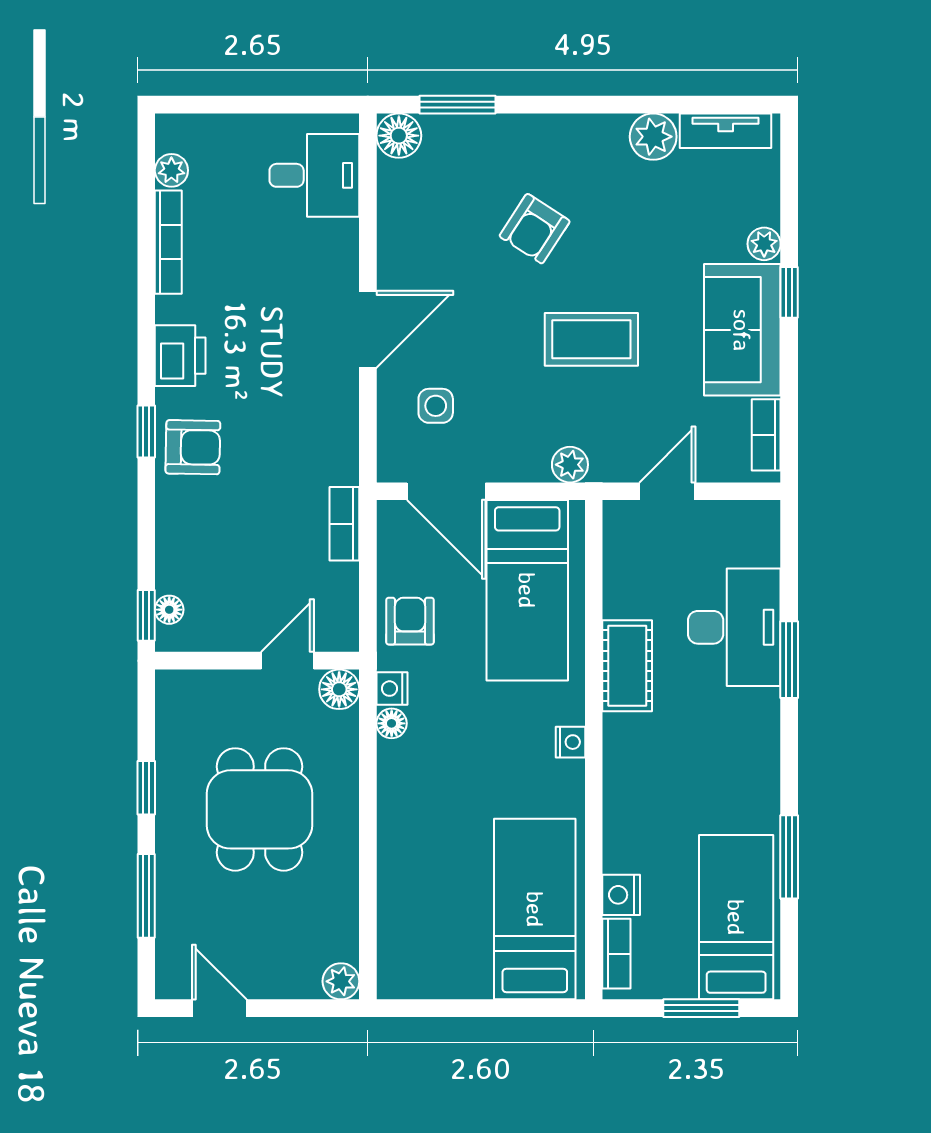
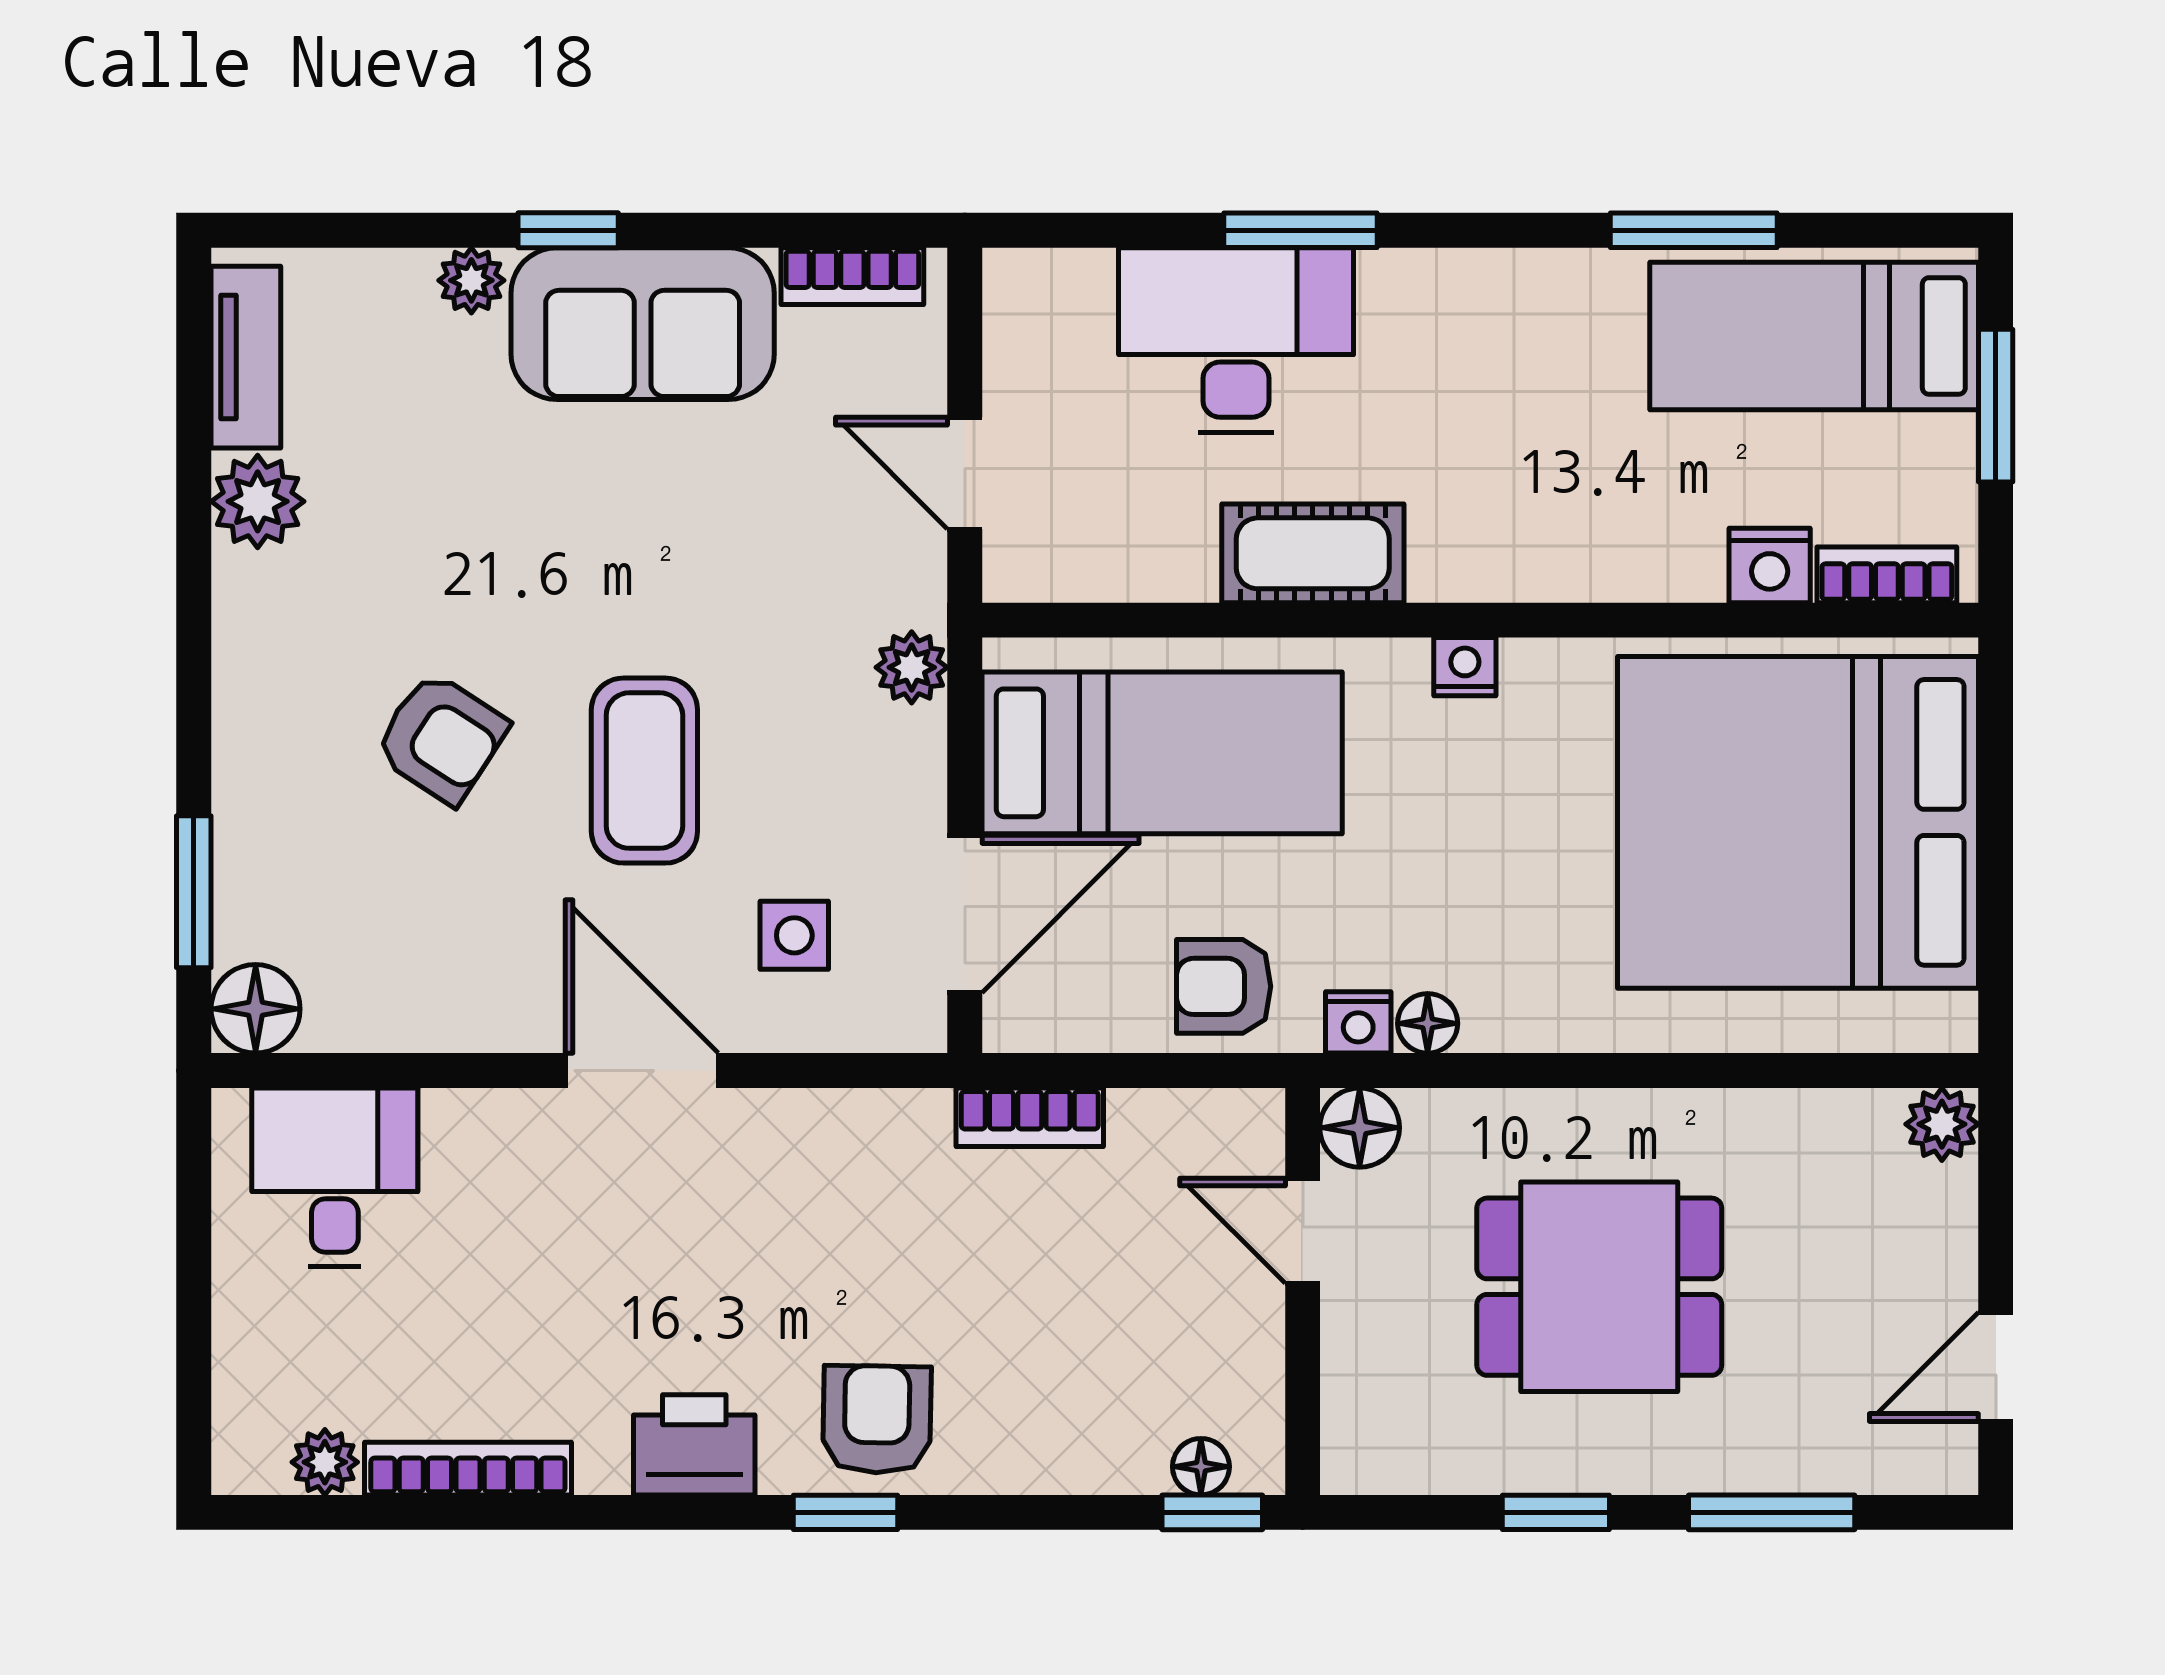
coffee table: (591, 339) -> (644, 771), moved
bed: (535, 909) -> (1798, 822), width x2.04

